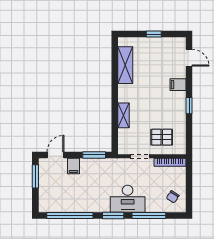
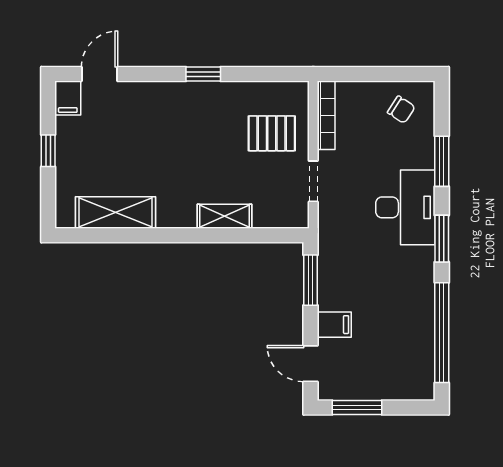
filing cabinet: (178, 85) -> (68, 98), moved
pallet: (162, 137) -> (272, 133), turned 90
window: (149, 215) -> (442, 161), width x0.69

